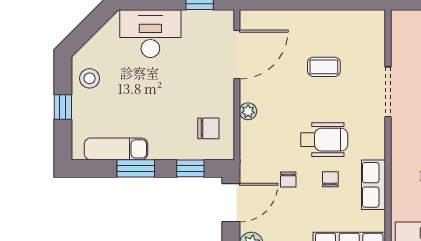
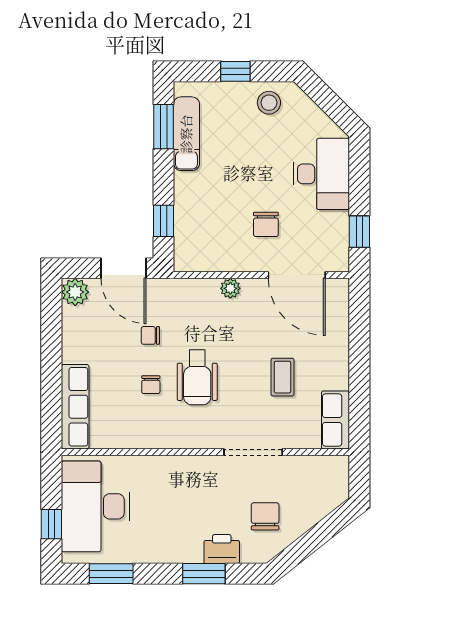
chair: (208, 128) -> (266, 224), moved
window: (136, 168) -> (164, 127), moved
chair: (330, 179) -> (151, 385), turned 90
row of seats: (374, 185) -> (335, 420), moved, turned -90

